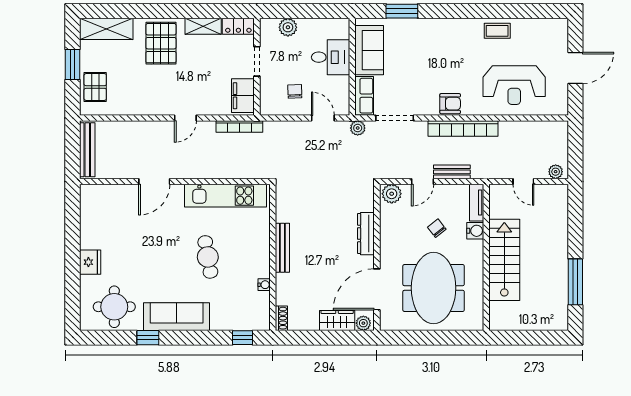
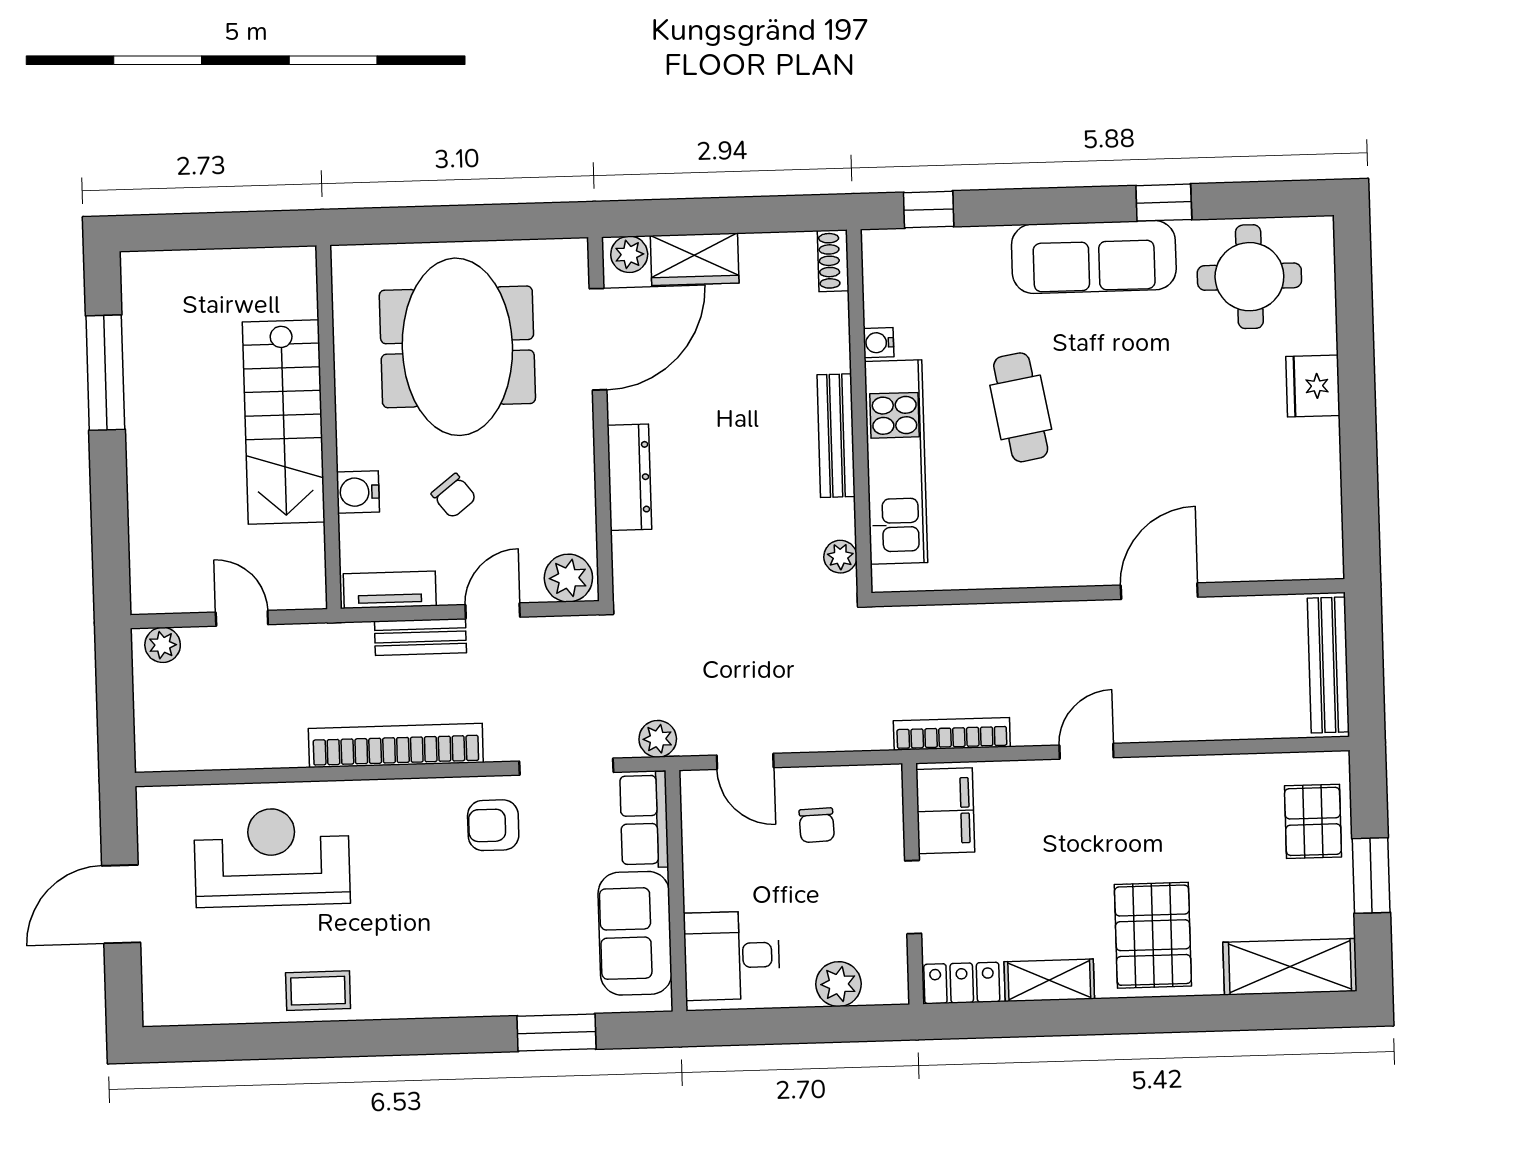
desk: (331, 57) -> (732, 956), moved
armchair: (450, 104) -> (493, 825), moved
kitchen unit: (225, 196) -> (896, 462), moved, turned 90
plant: (282, 199) -> (840, 557), added
tv unit: (477, 203) -> (390, 590), moved, turned -90

